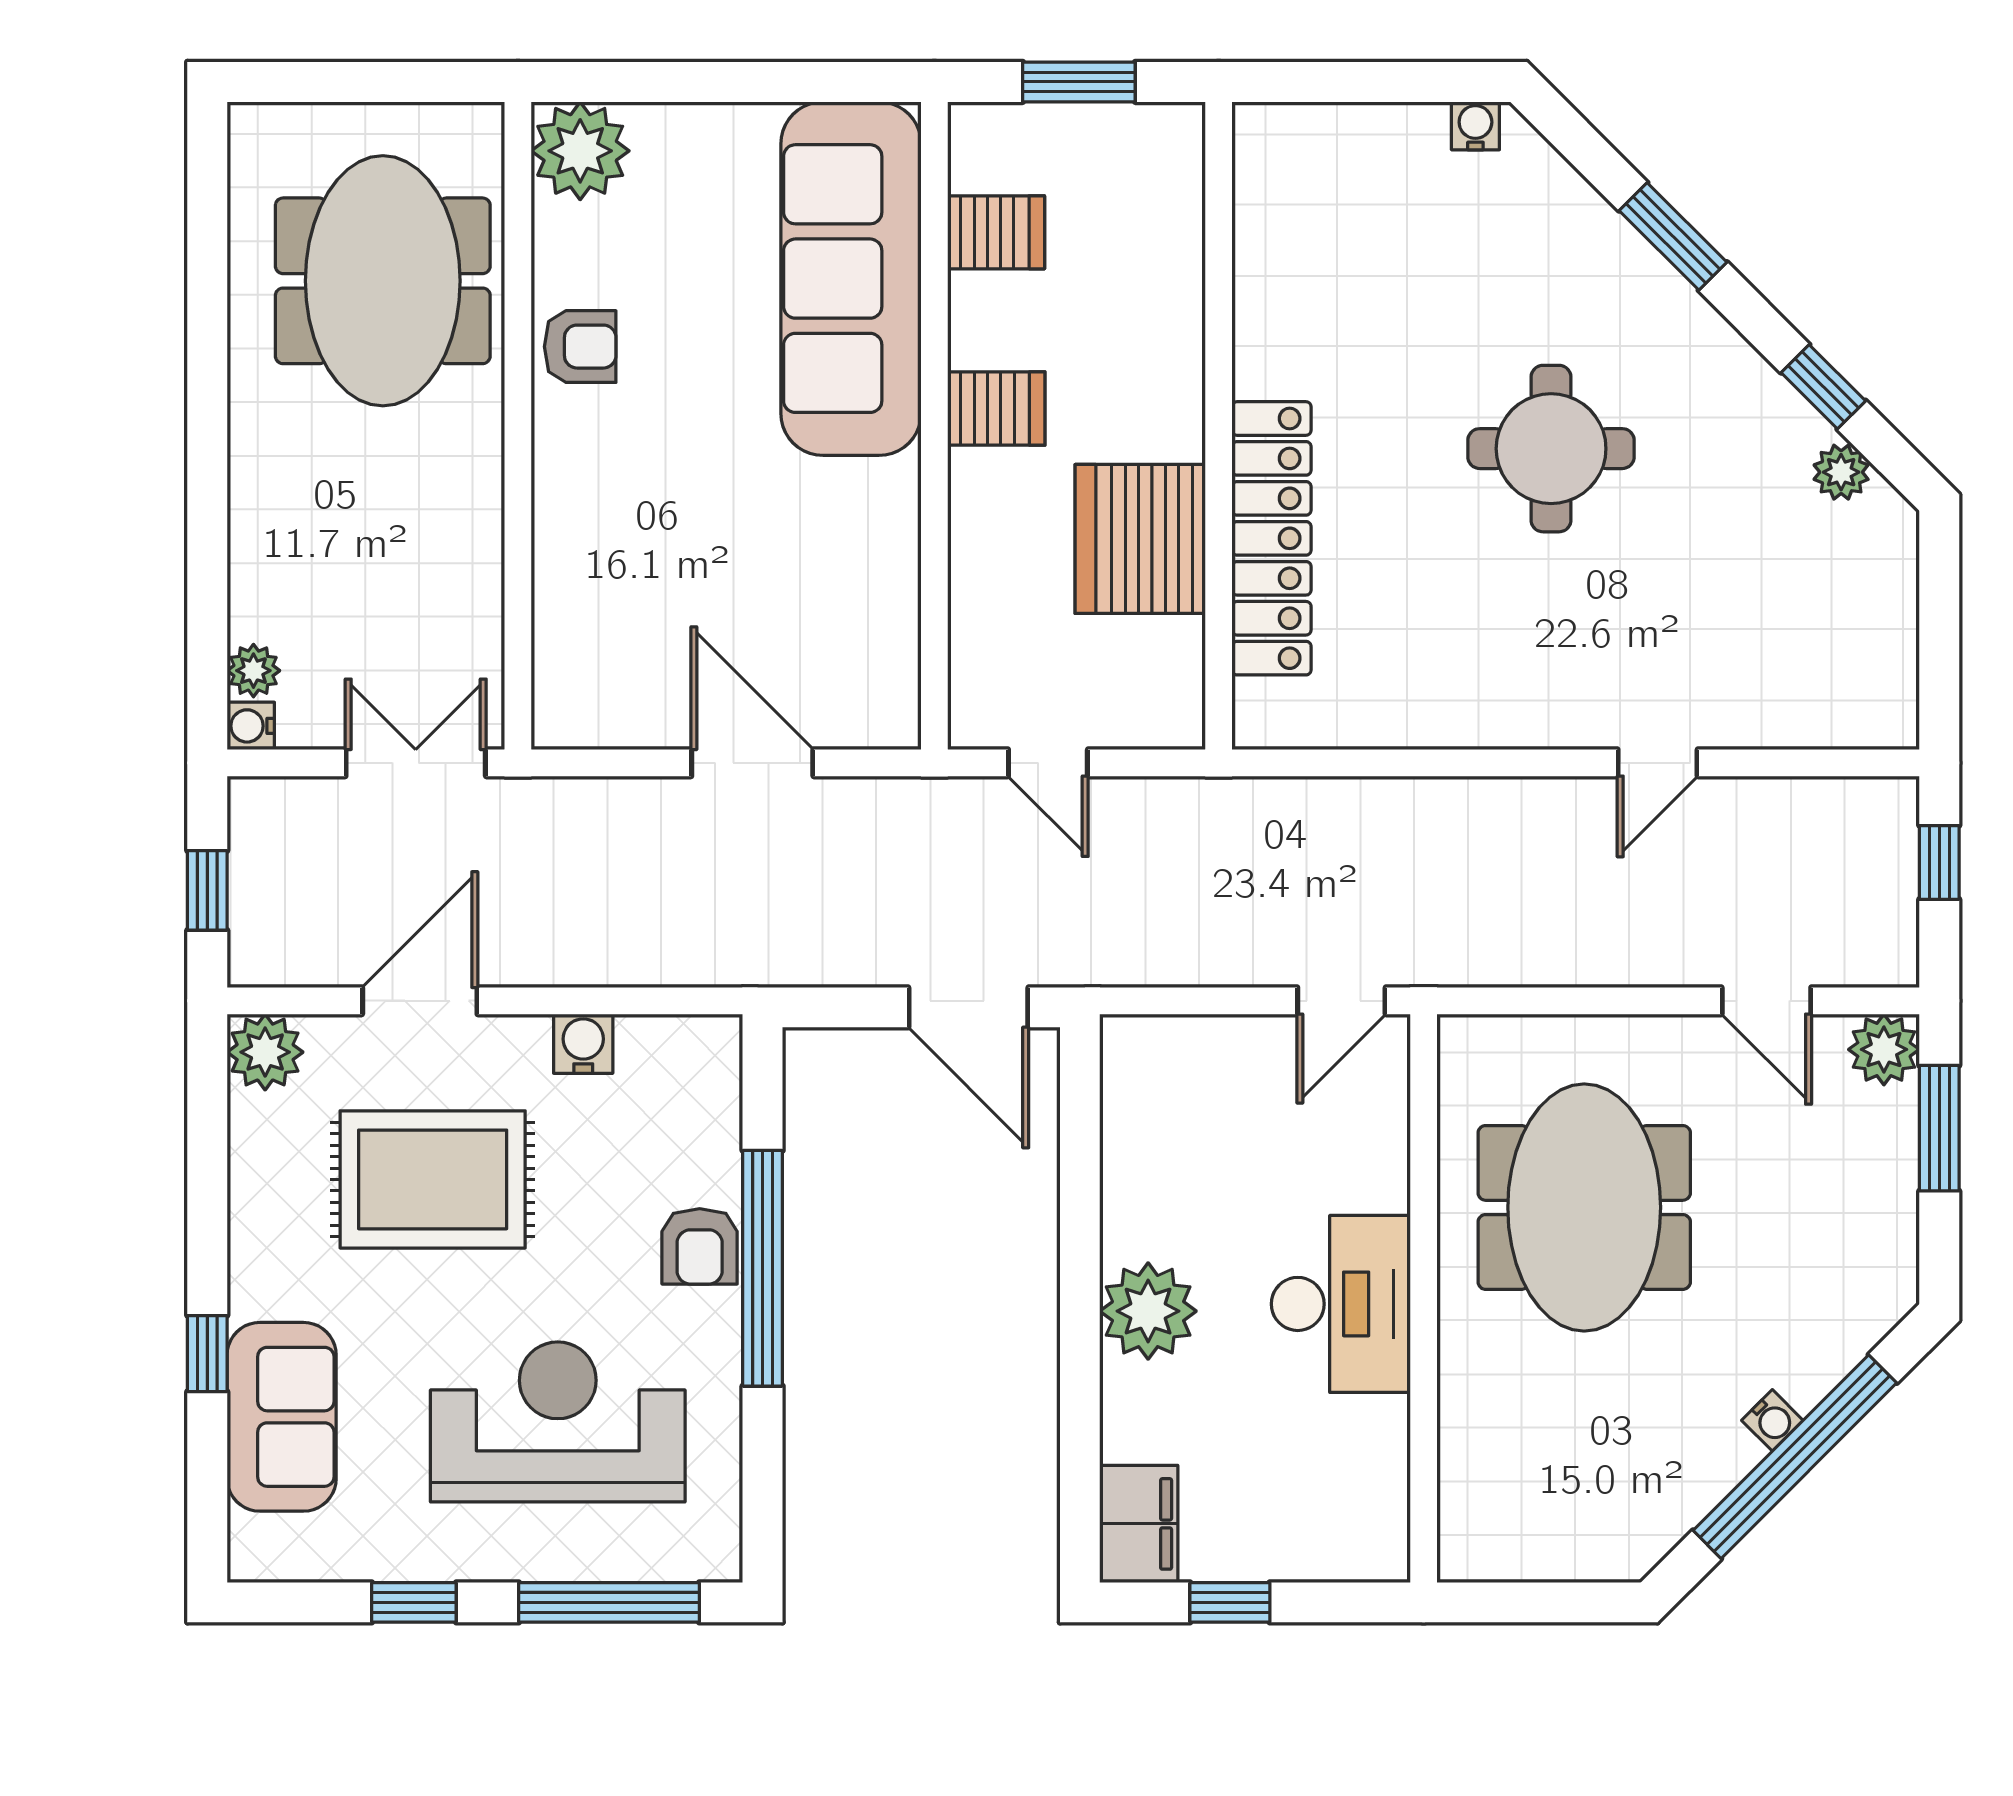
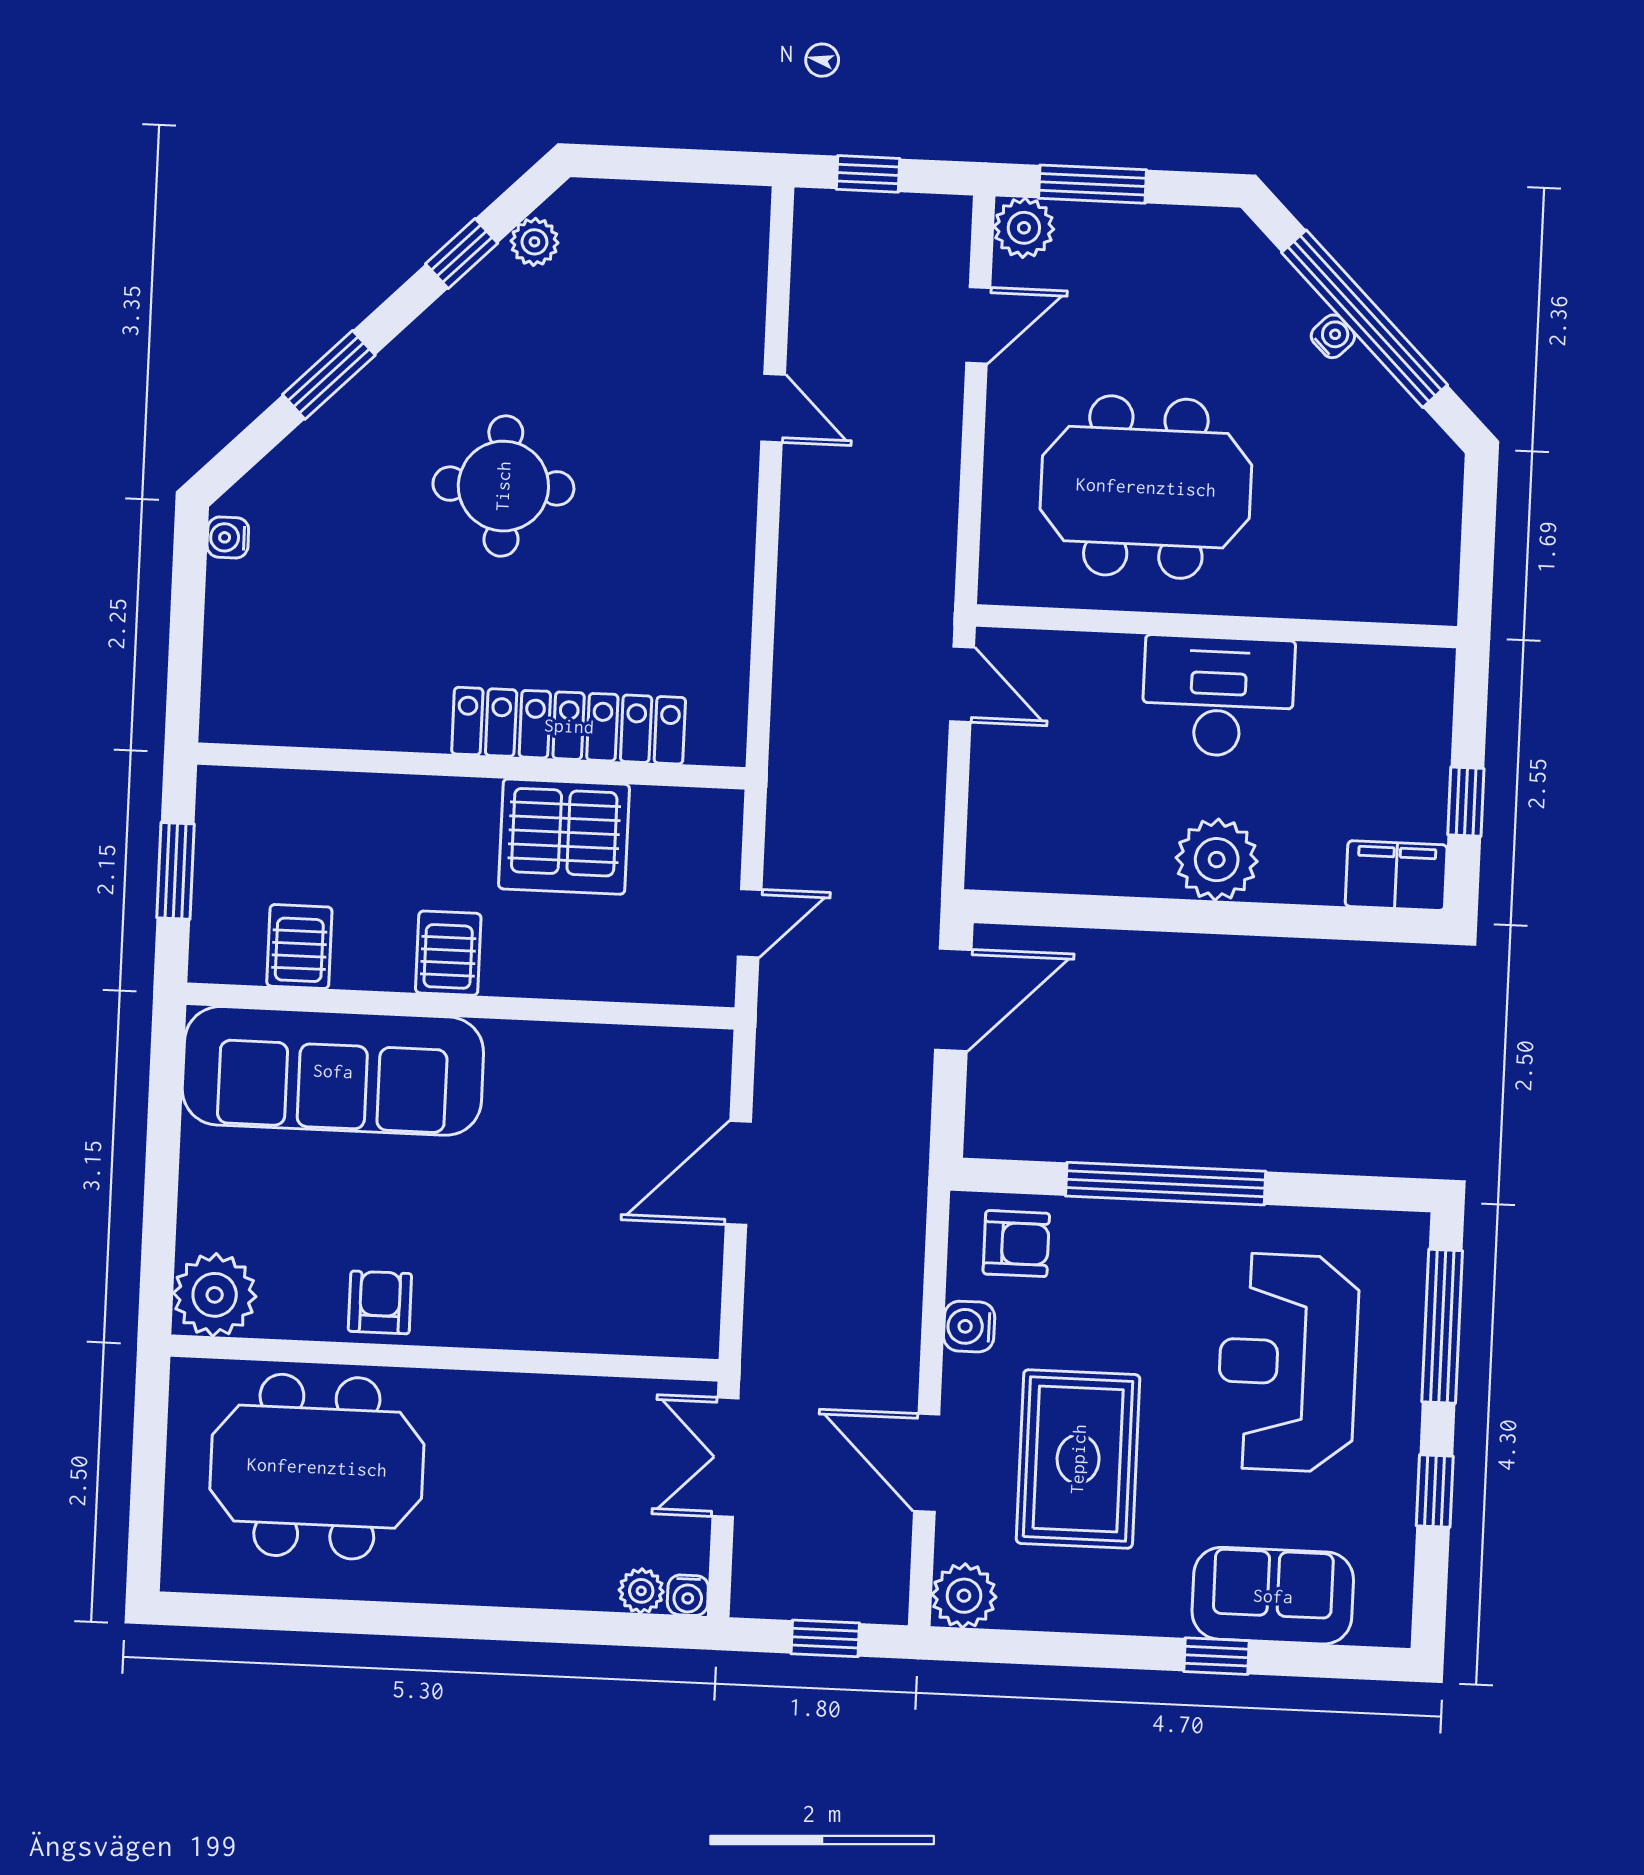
armchair: (700, 1246) -> (1016, 1244), moved

